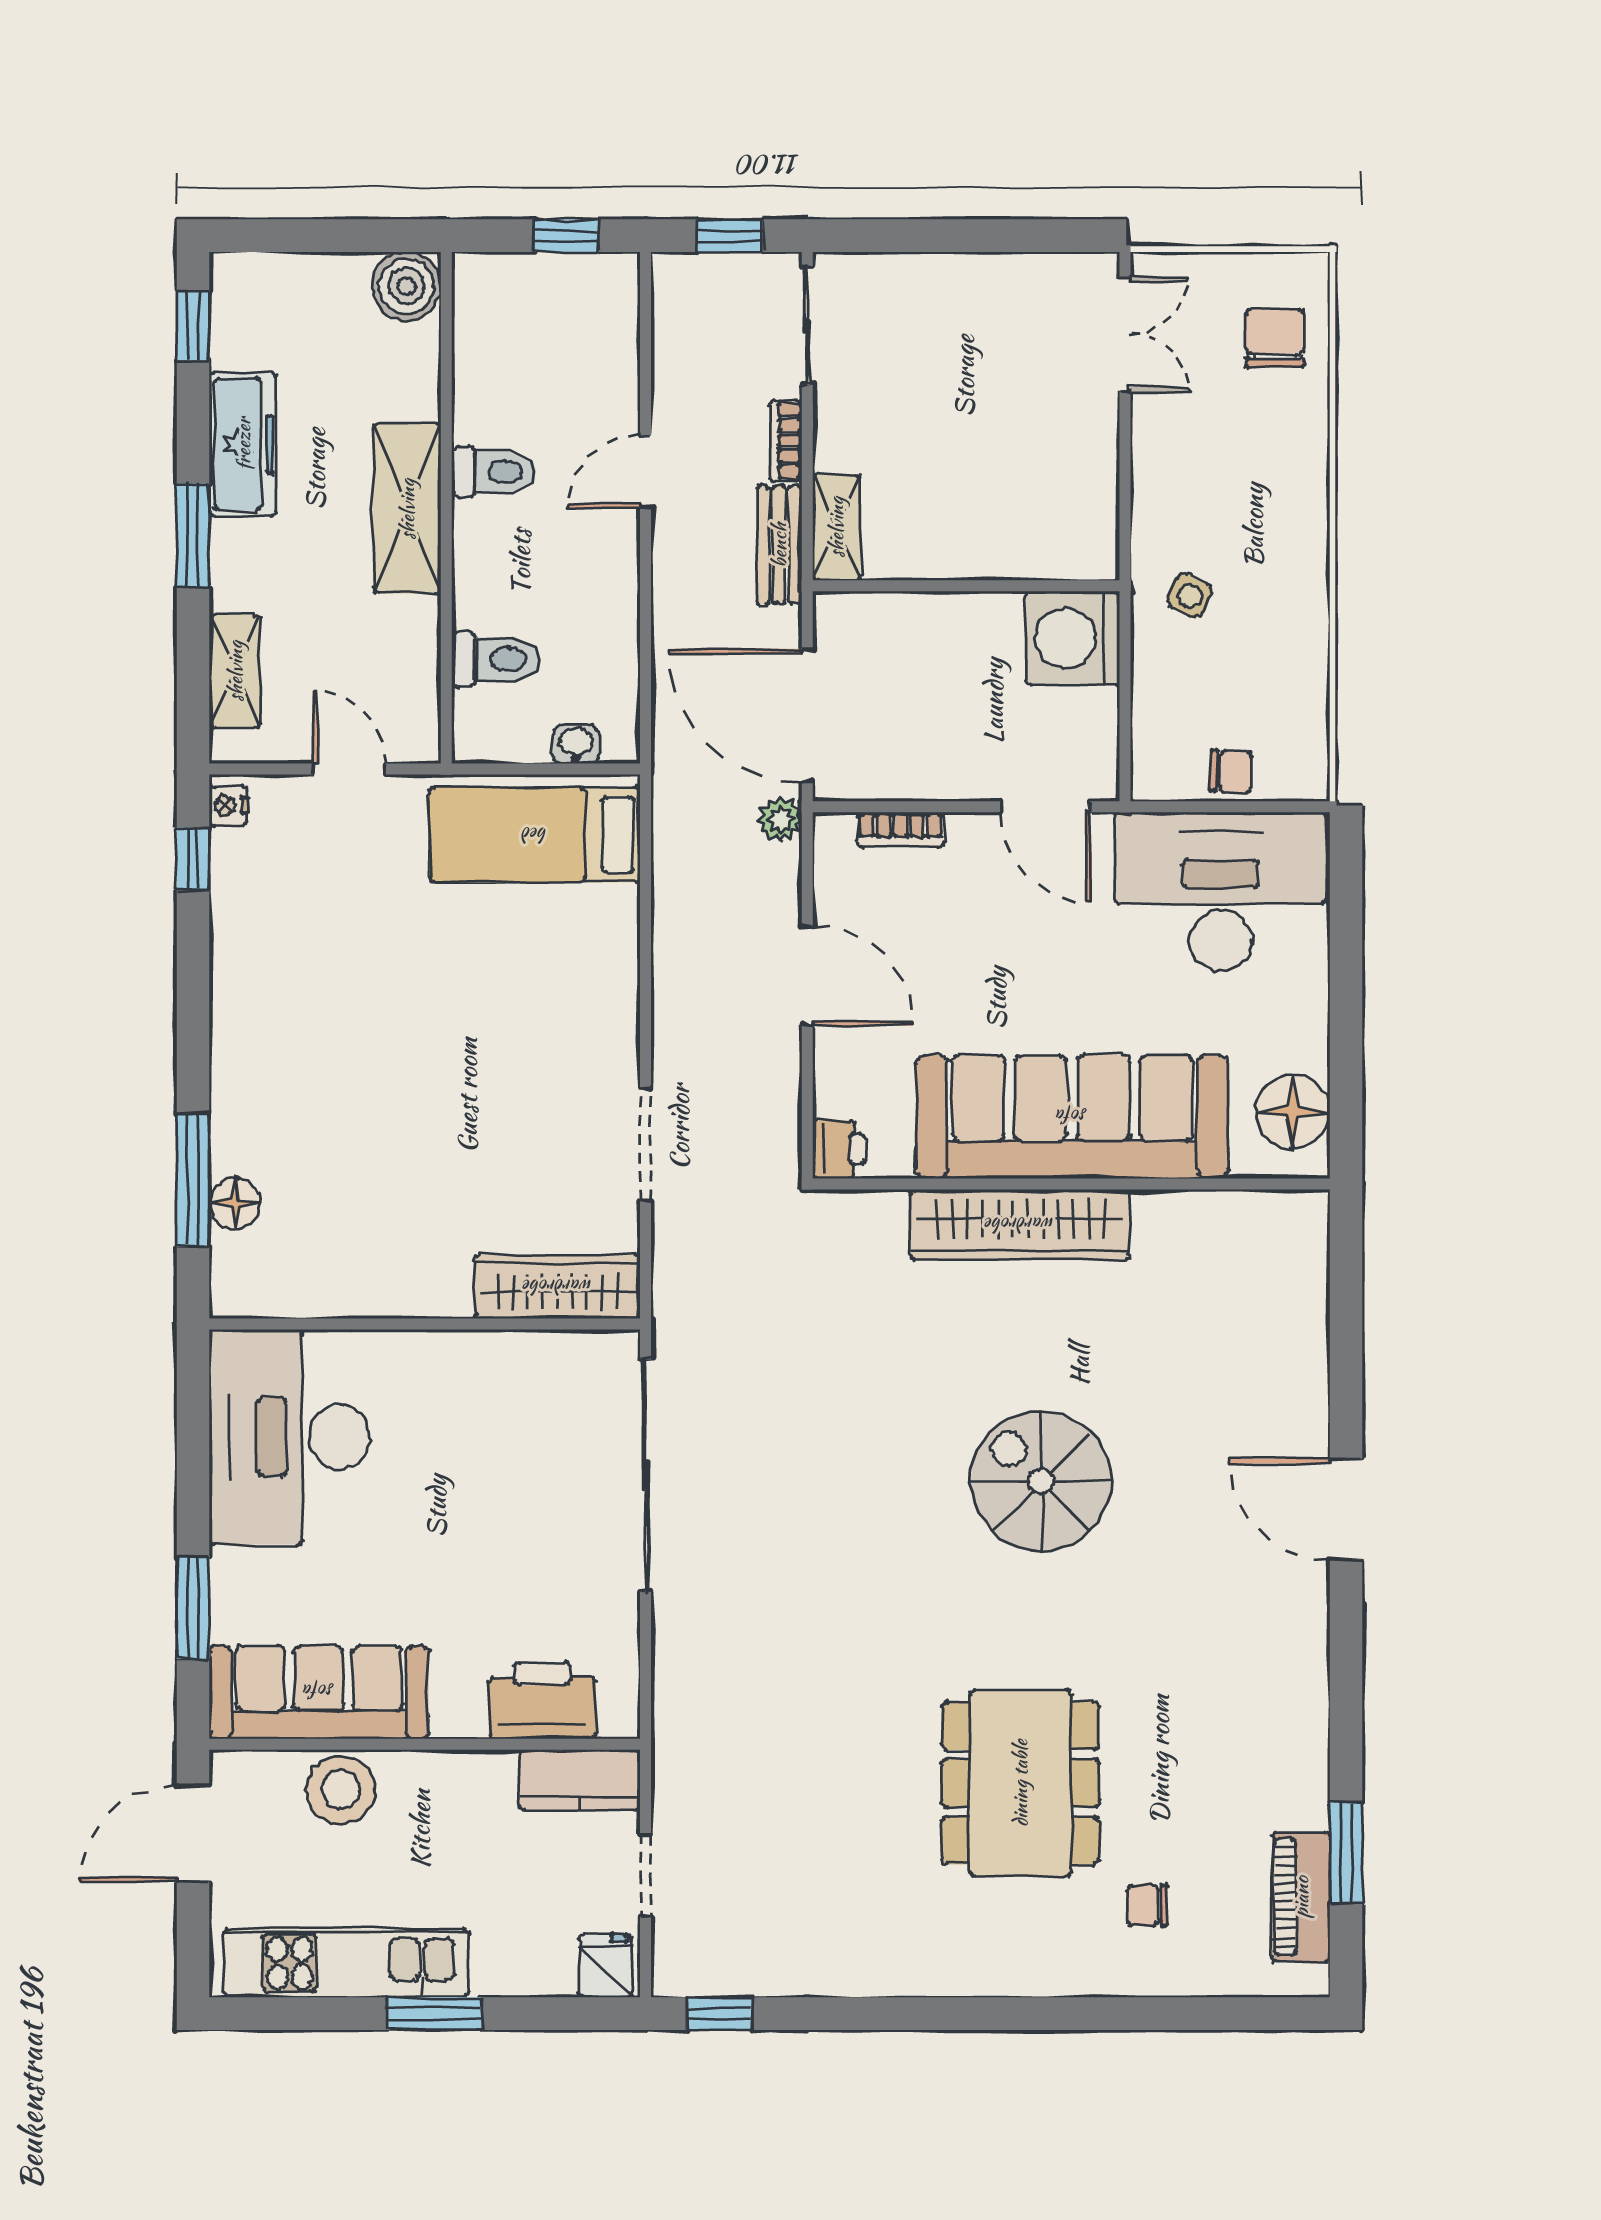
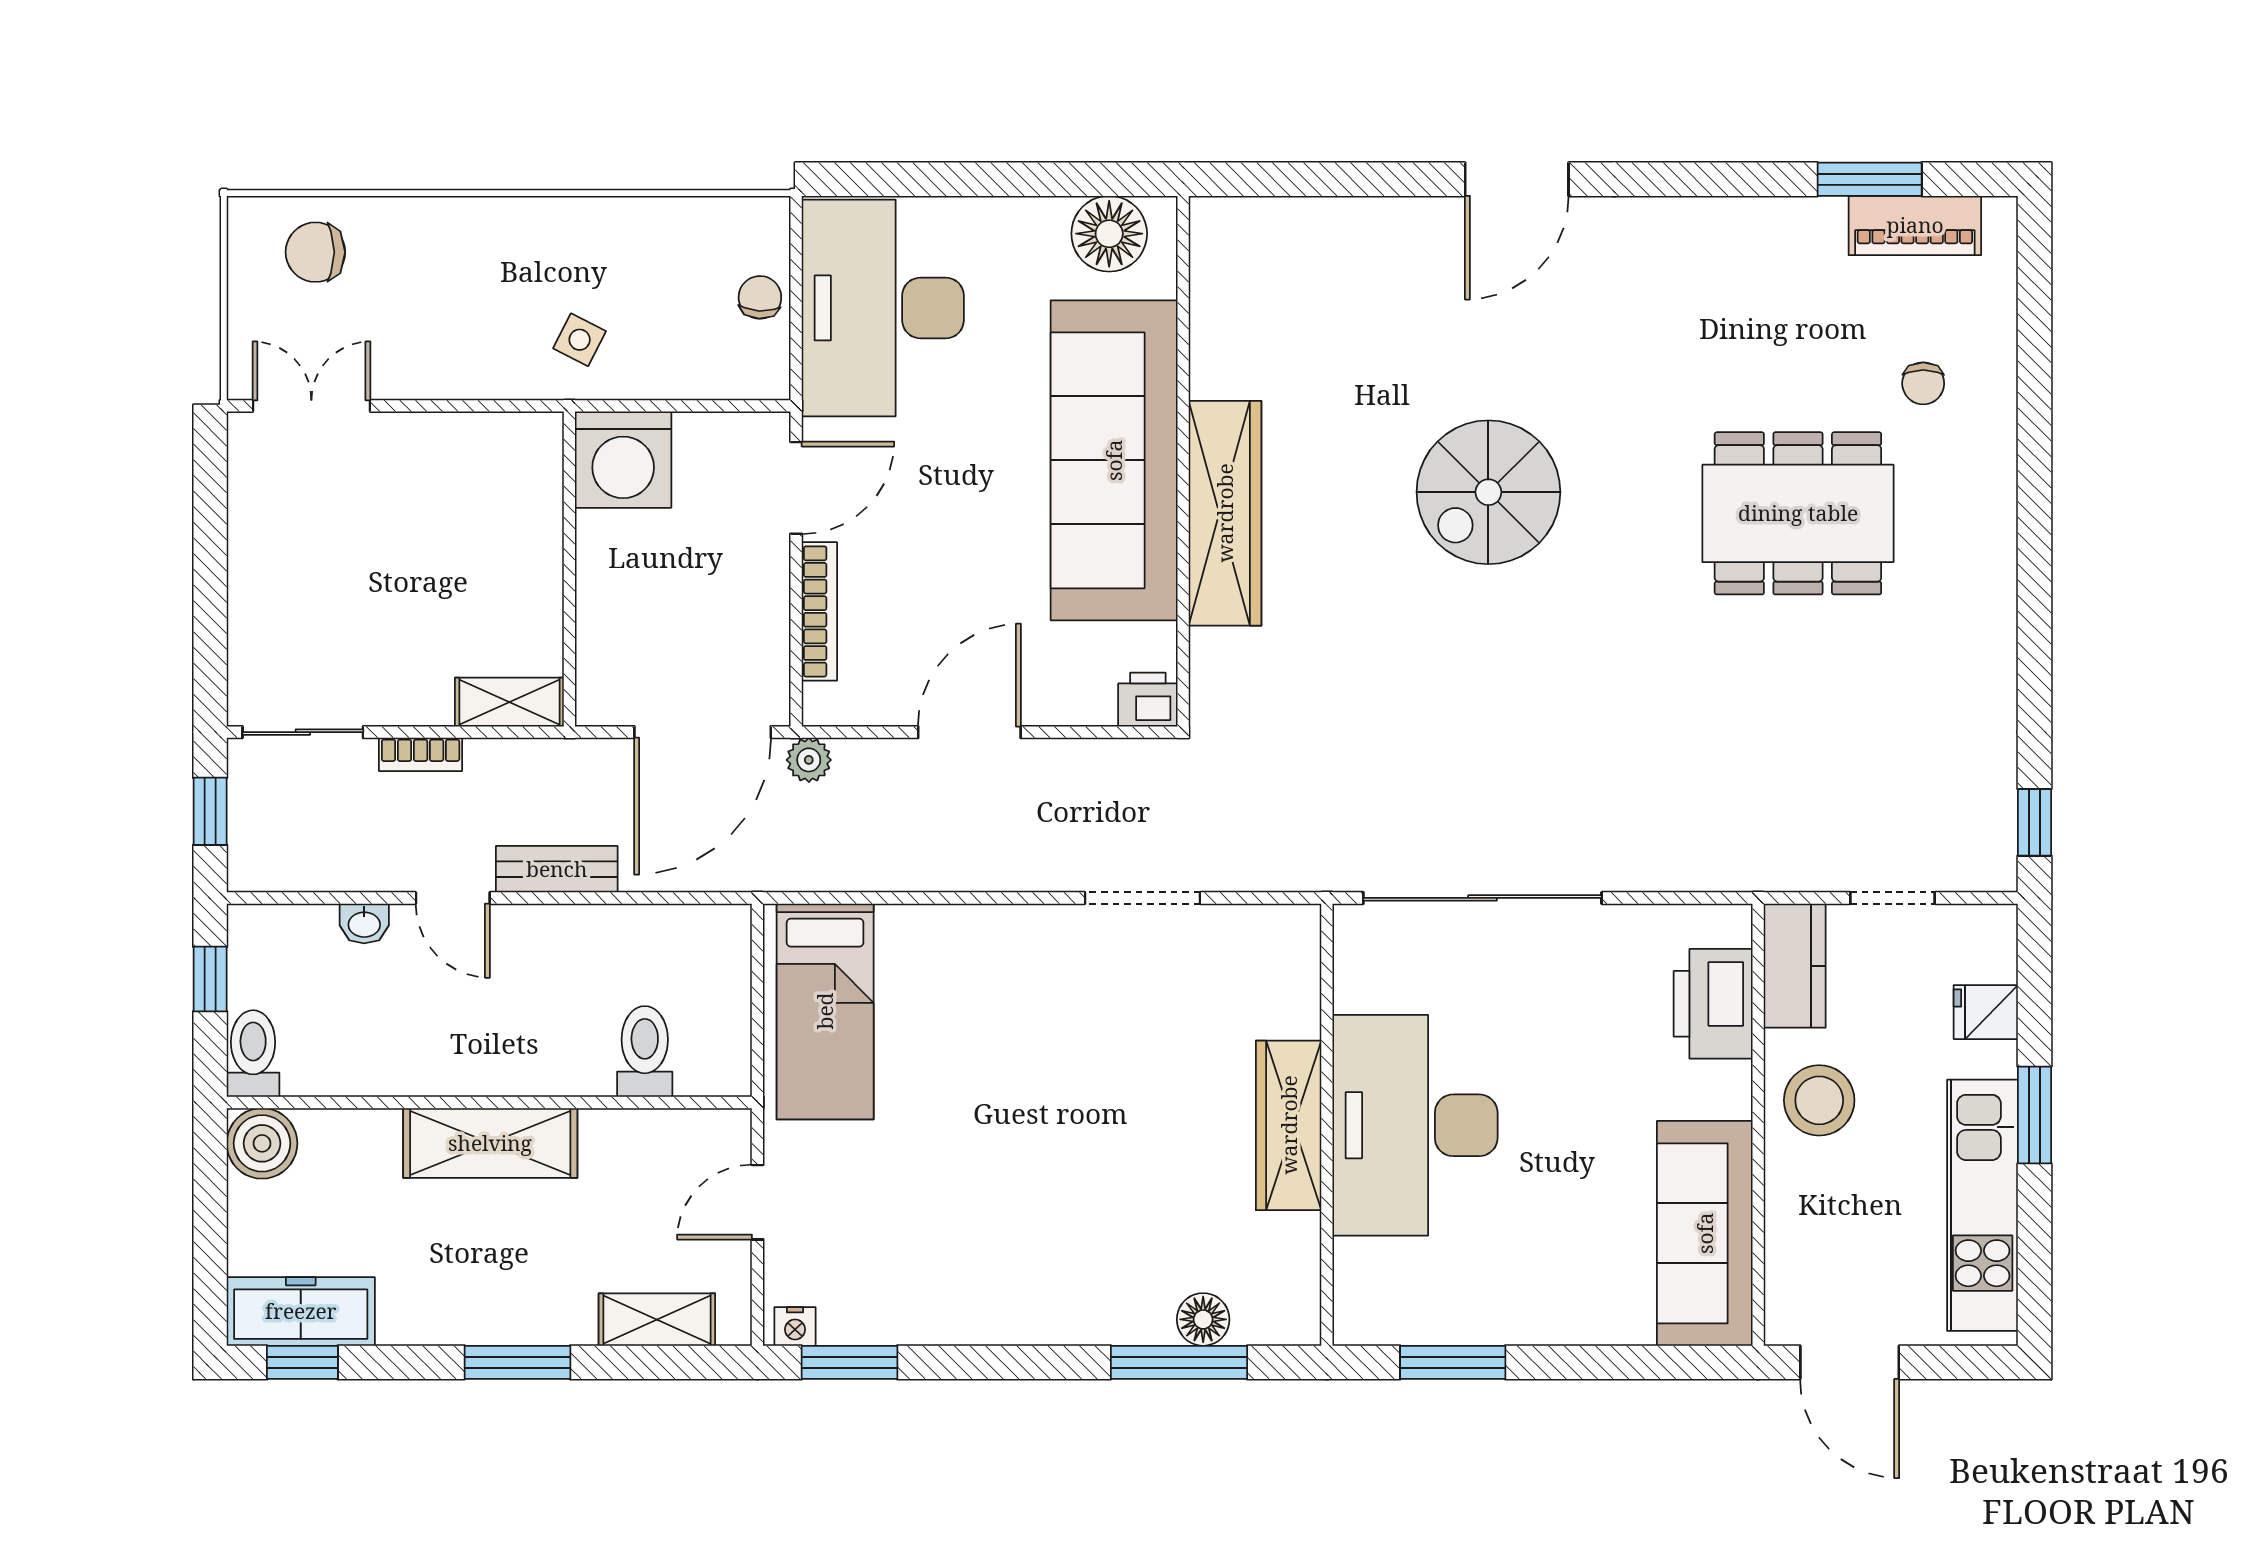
freezer: (243, 444) -> (301, 1311), moved
toilet: (494, 472) -> (253, 1054), moved
bench: (779, 545) -> (557, 869), moved
washbasin: (576, 744) -> (364, 923), moved, turned -90
bookcase: (900, 829) -> (819, 611), width x1.56
window: (193, 859) -> (849, 1362), width x1.50
wardrobe: (558, 1287) -> (1289, 1125), moved
desk: (290, 1437) -> (1415, 1125), moved, turned 90
window: (193, 1607) -> (1453, 1362), moved
stool: (340, 1790) -> (1819, 1100), moved
fridge: (605, 1966) -> (1986, 1012), moved

